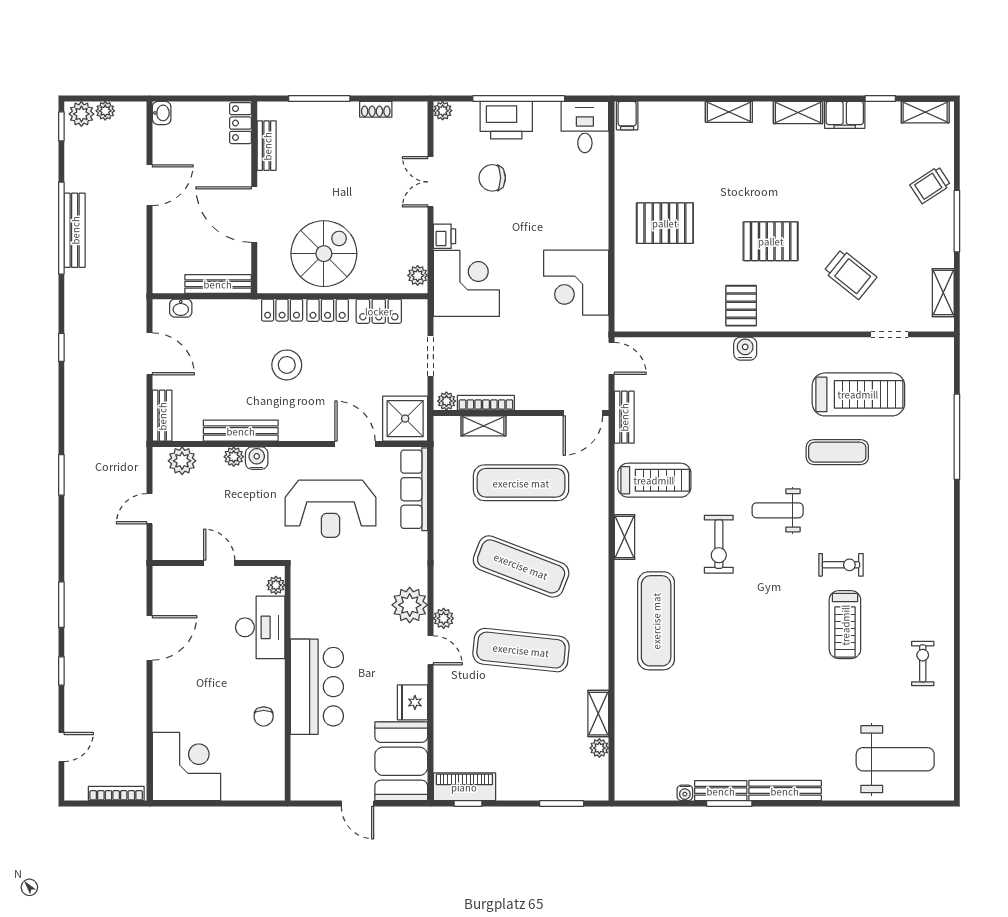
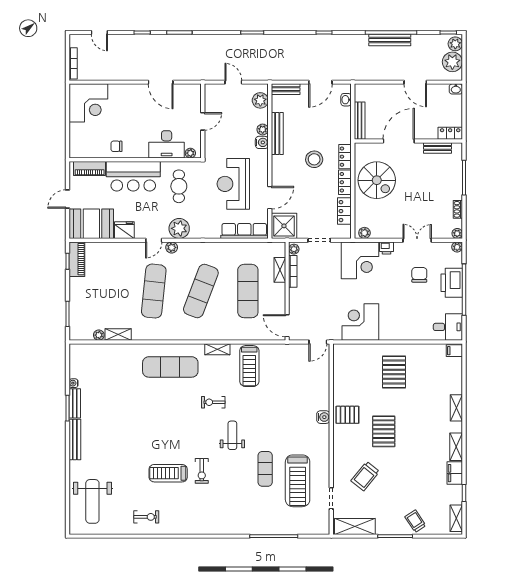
plant: (419, 110) -> (457, 233), added
plant: (105, 111) -> (452, 62), width x1.87, depth x1.87
shelving: (943, 293) -> (355, 526), width x1.50, depth x1.33
bench: (624, 417) -> (285, 349), removed
exercise bike: (719, 544) -> (213, 402), width x0.73, depth x0.72
cafe table: (335, 606) -> (179, 186), added
piano: (303, 764) -> (90, 168), added

